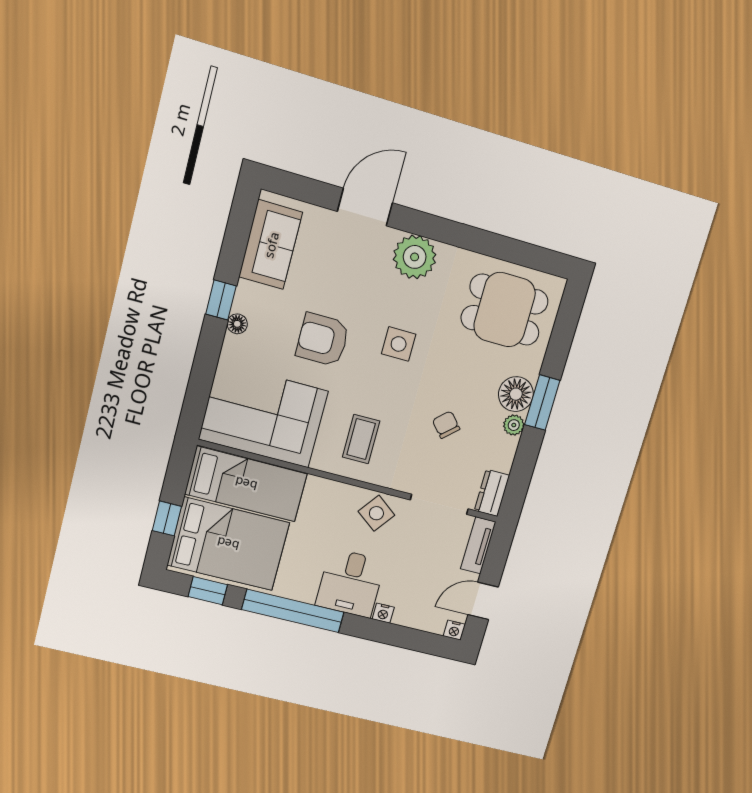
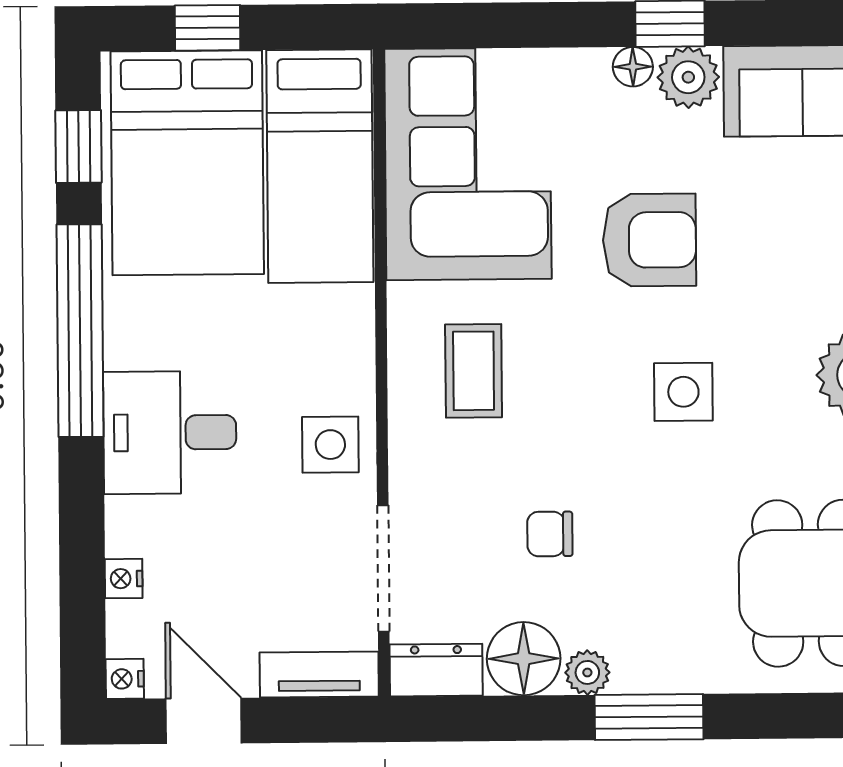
plant: (249, 298) -> (688, 77), added
armchair: (323, 340) -> (649, 240), turned 90
floor lamp: (516, 394) -> (524, 659), moved
chair: (446, 425) -> (550, 534), turned -138
coffee table: (361, 439) -> (474, 371), turned 90
side table: (376, 513) -> (330, 445), turned -37
nightstand: (383, 613) -> (124, 579), moved

